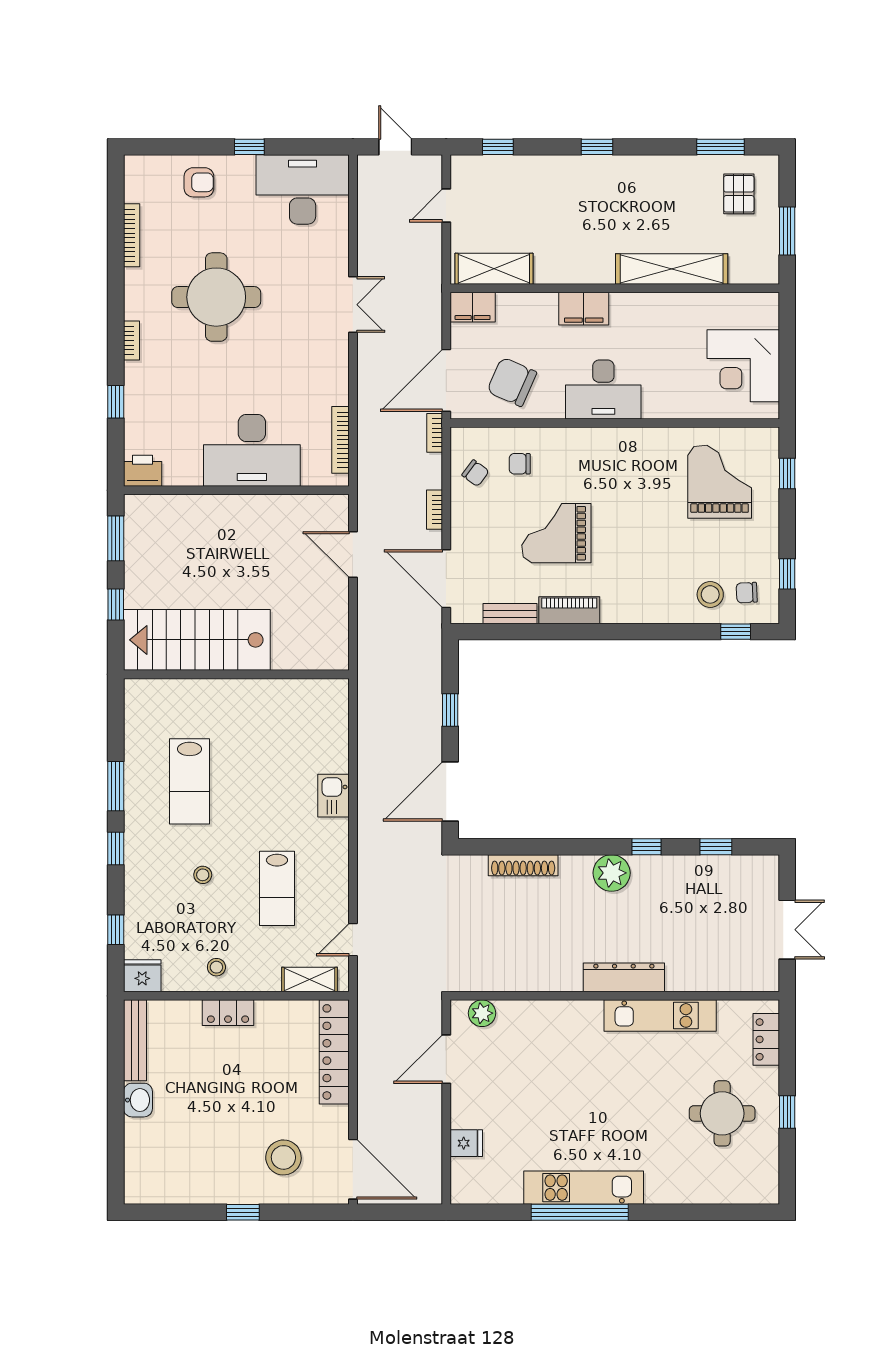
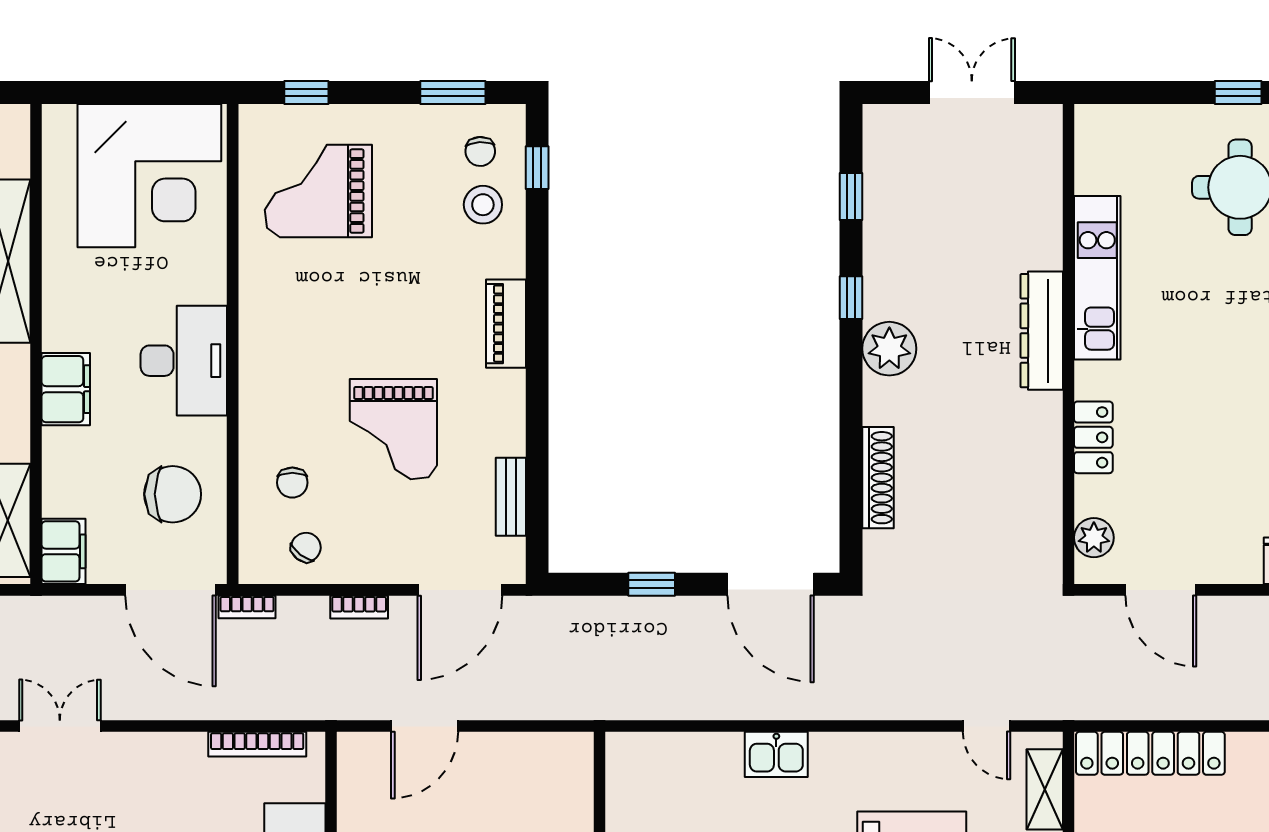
corner desk: (743, 366) -> (149, 176), width x1.36, depth x1.36
chair: (512, 382) -> (173, 494), turned -114
window: (787, 574) -> (453, 93), width x1.50
piano: (569, 610) -> (506, 324), moved
locker: (766, 1039) -> (1093, 437), moved, turned -90

